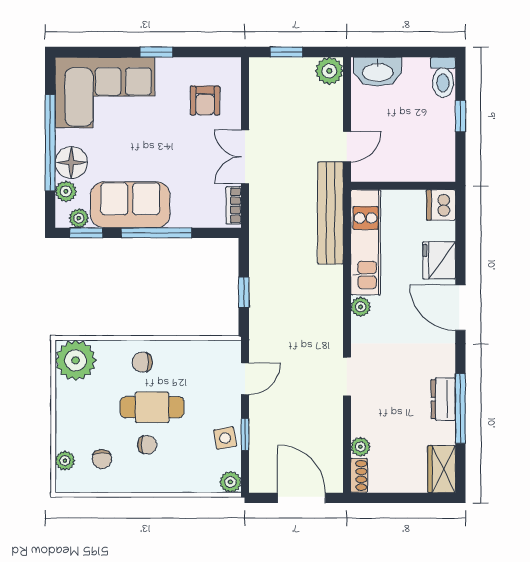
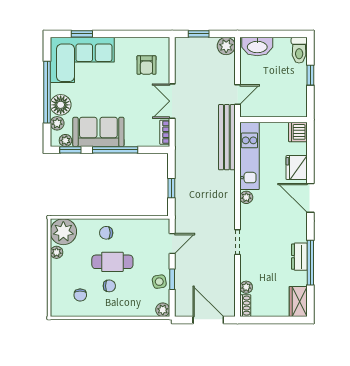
window: (156, 52) -> (82, 34), moved
plant: (65, 461) -> (57, 252), moved

